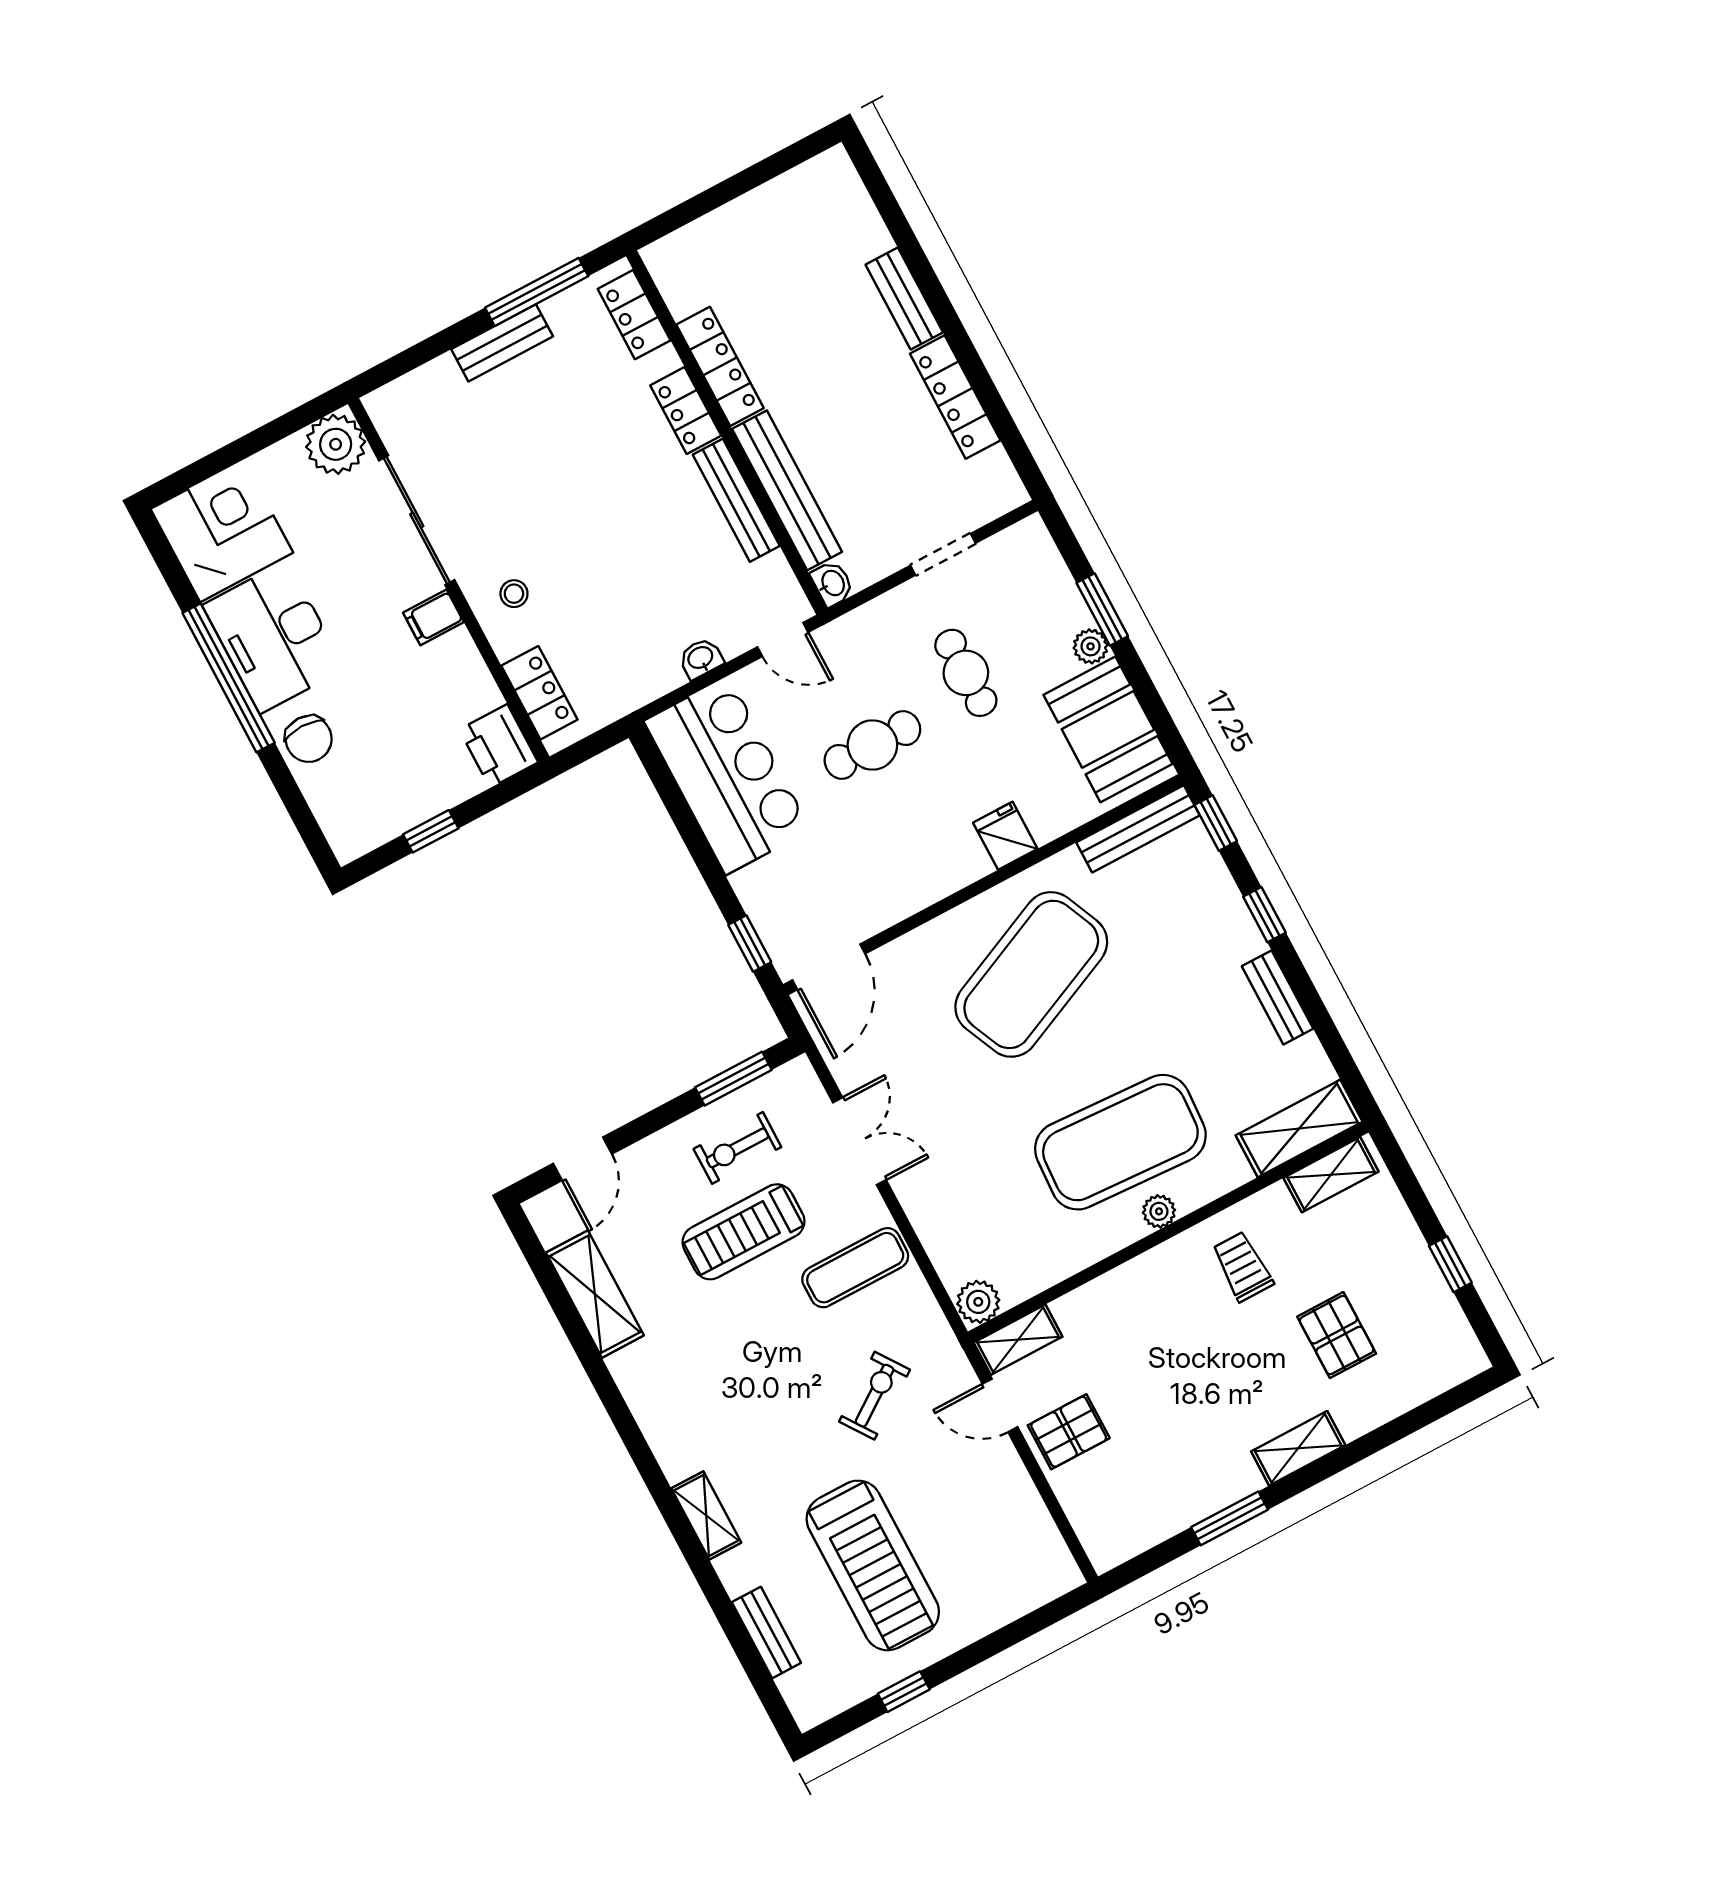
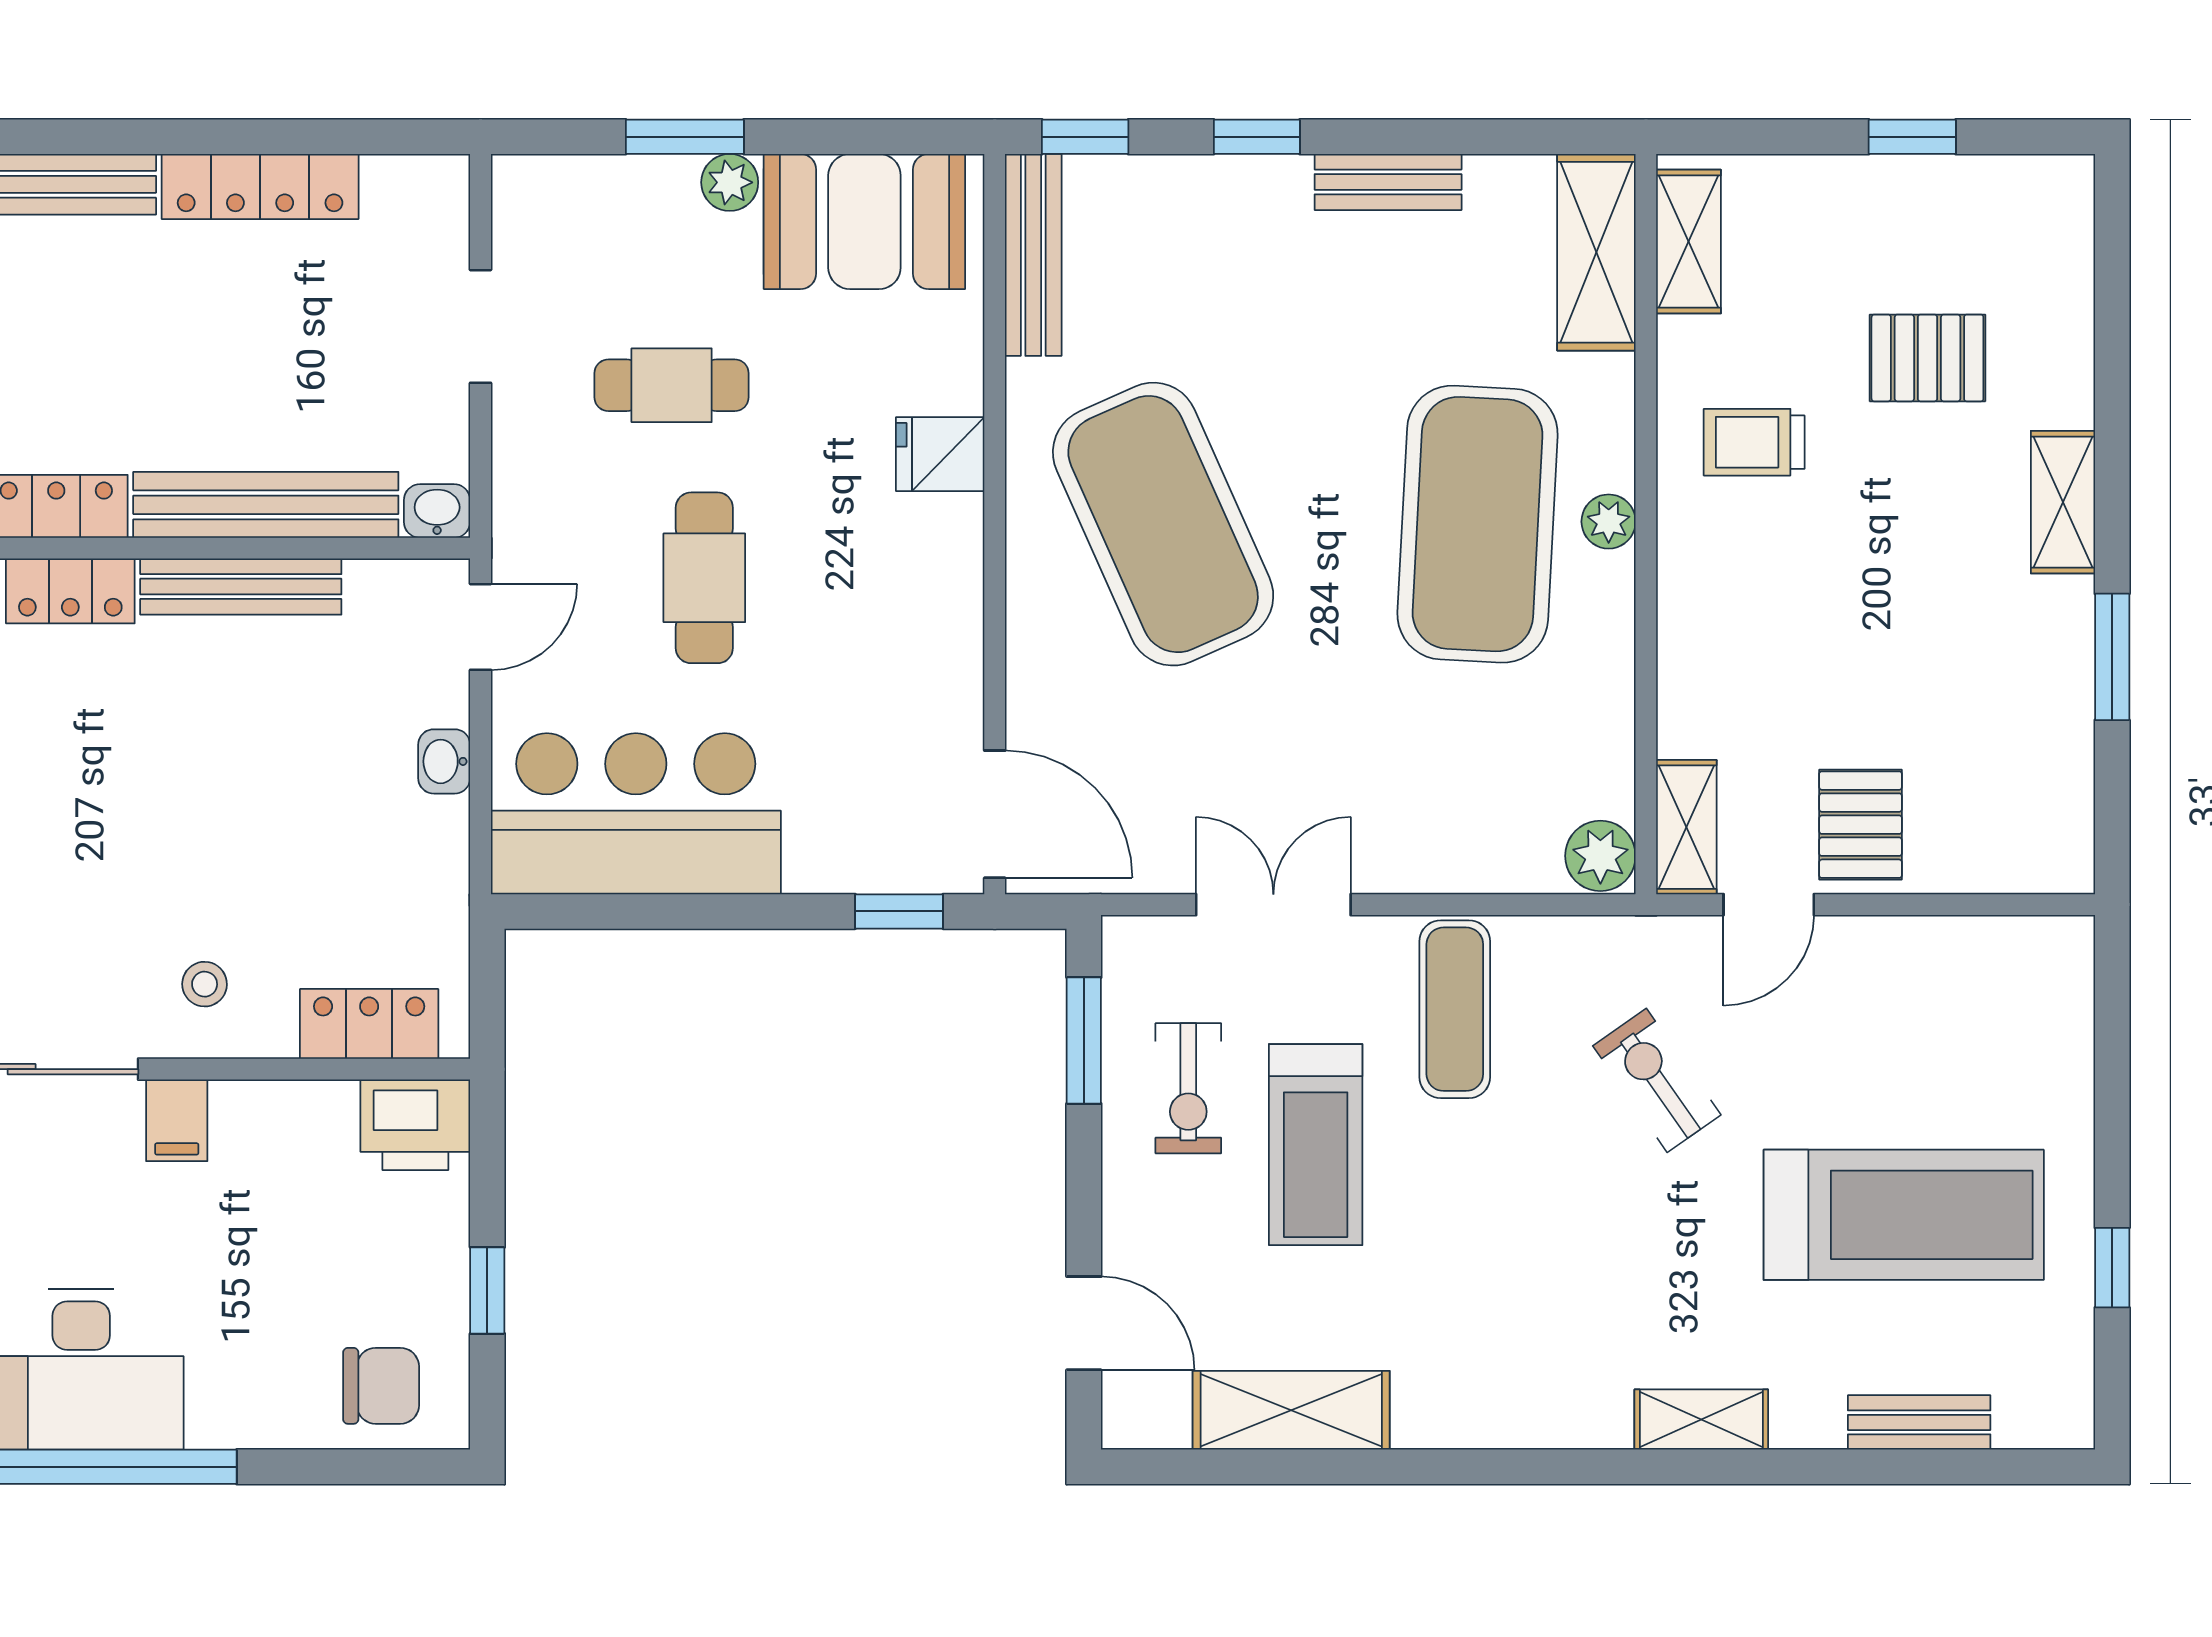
chair: (309, 739) -> (381, 1386), moved

